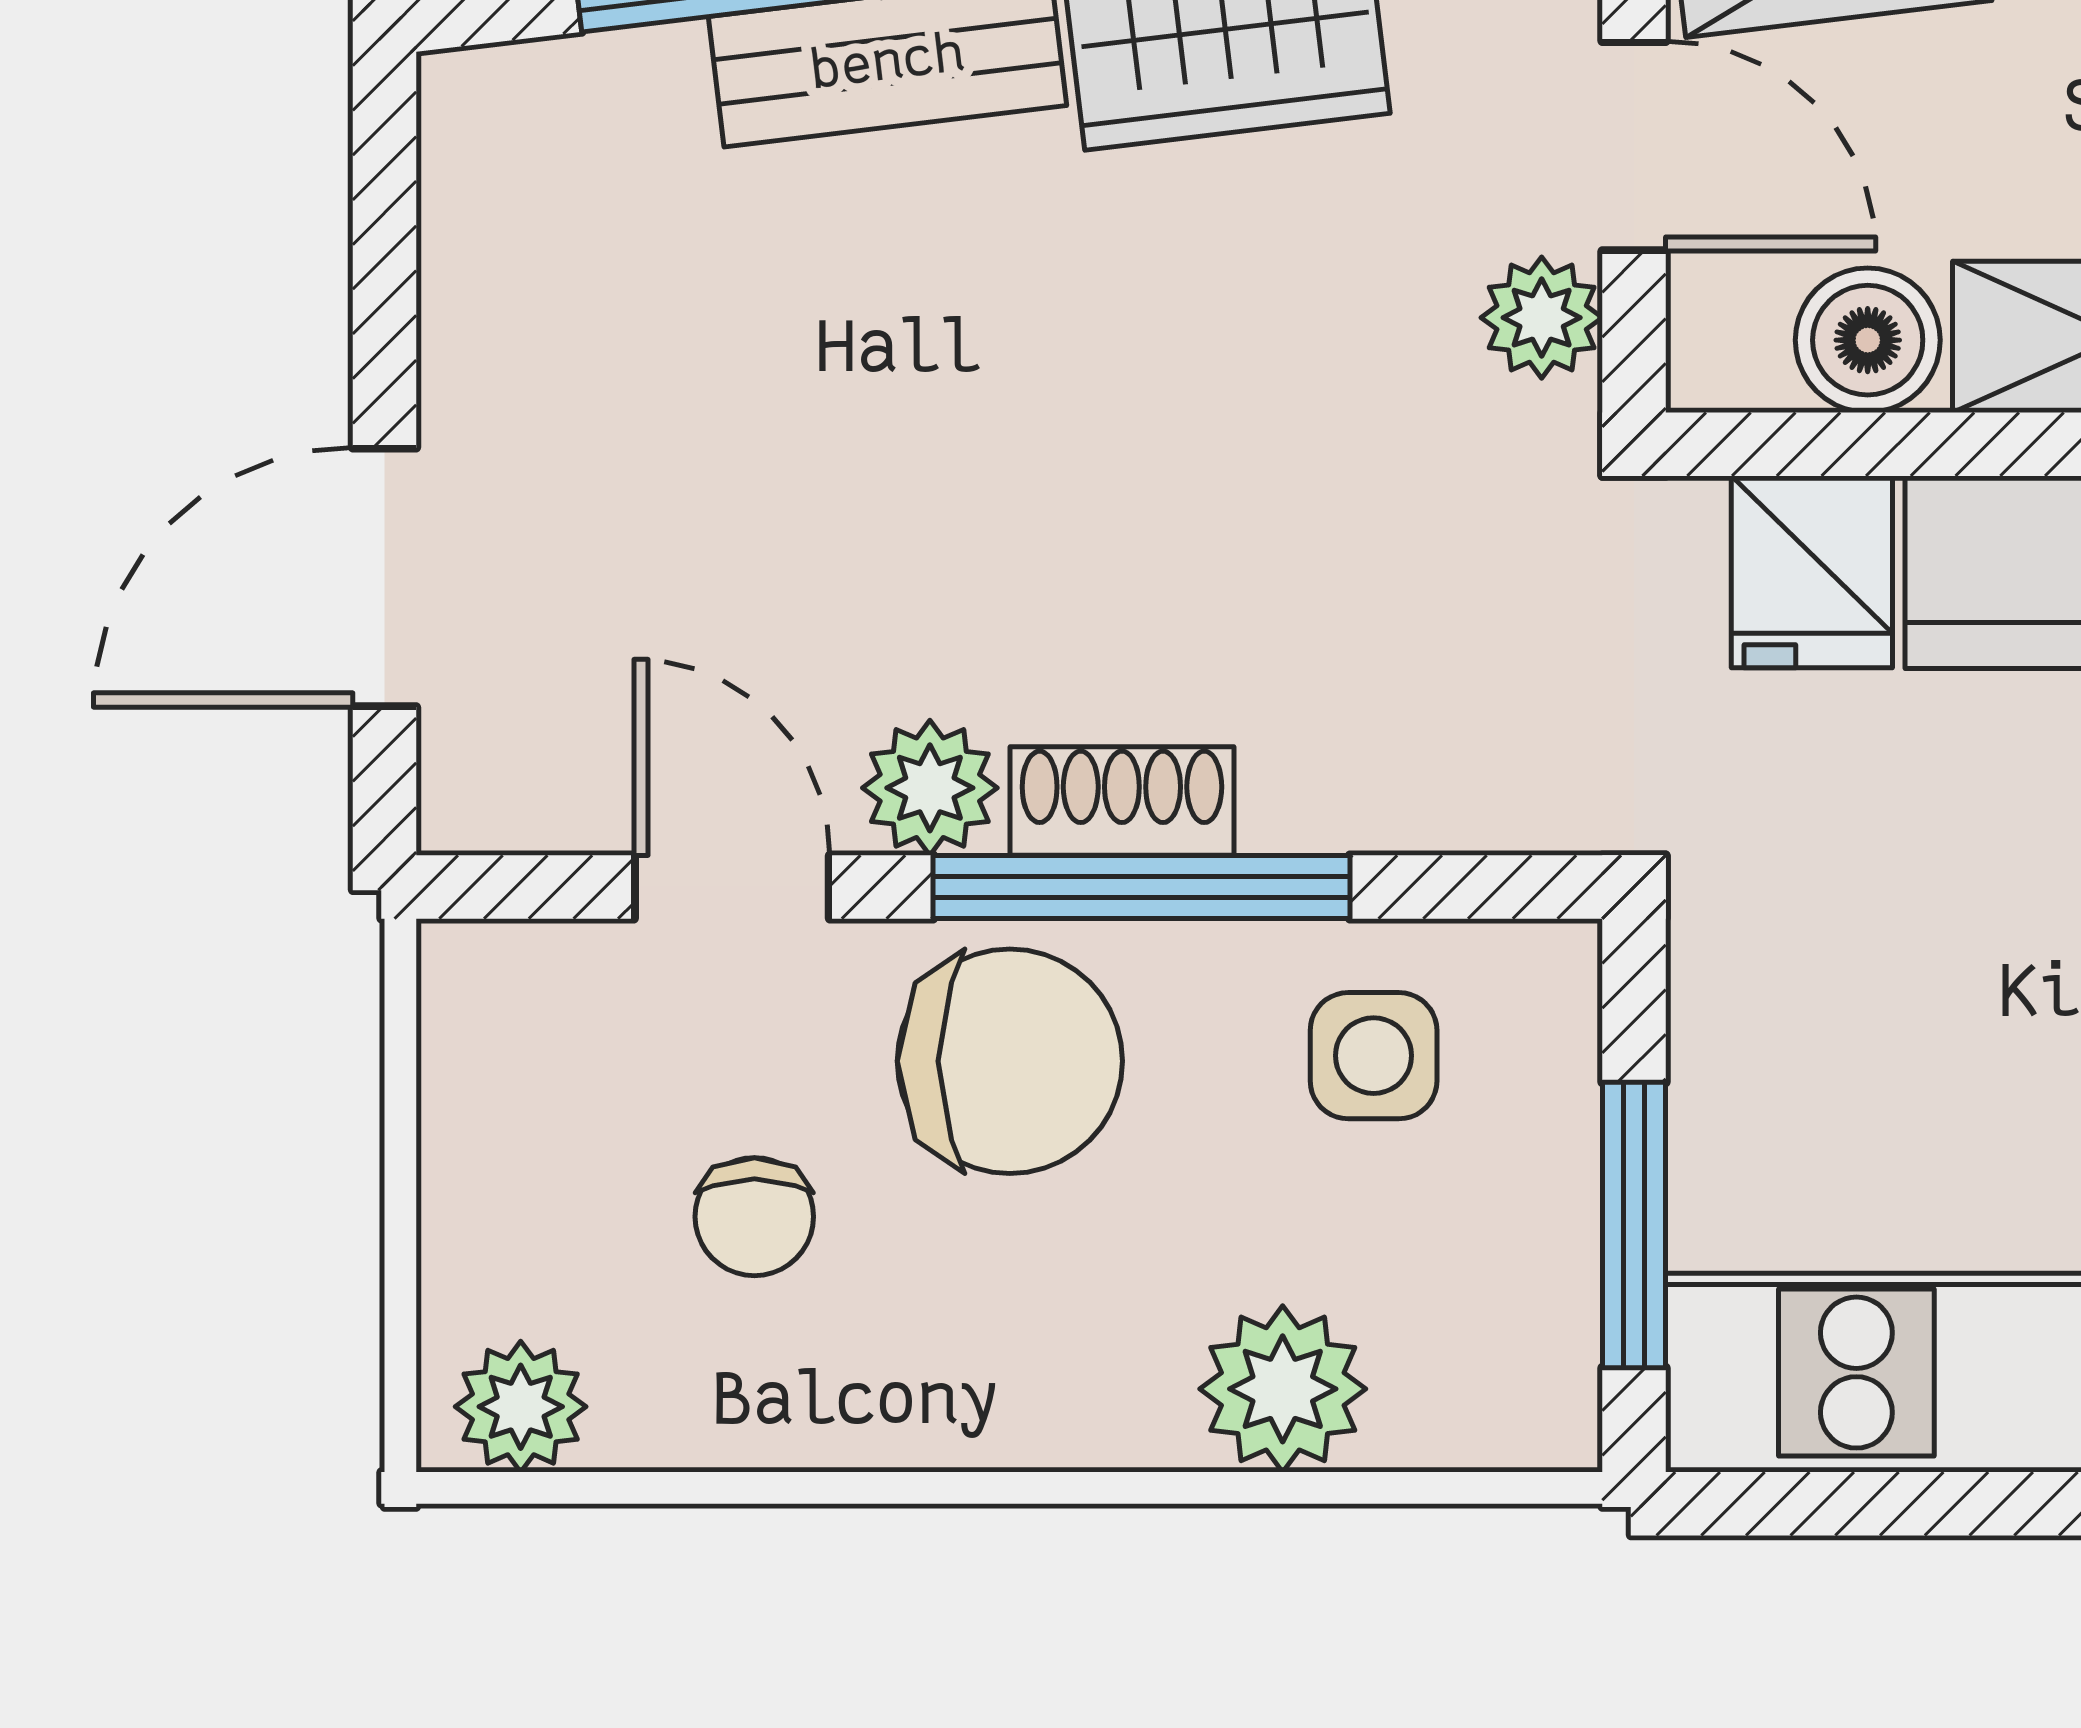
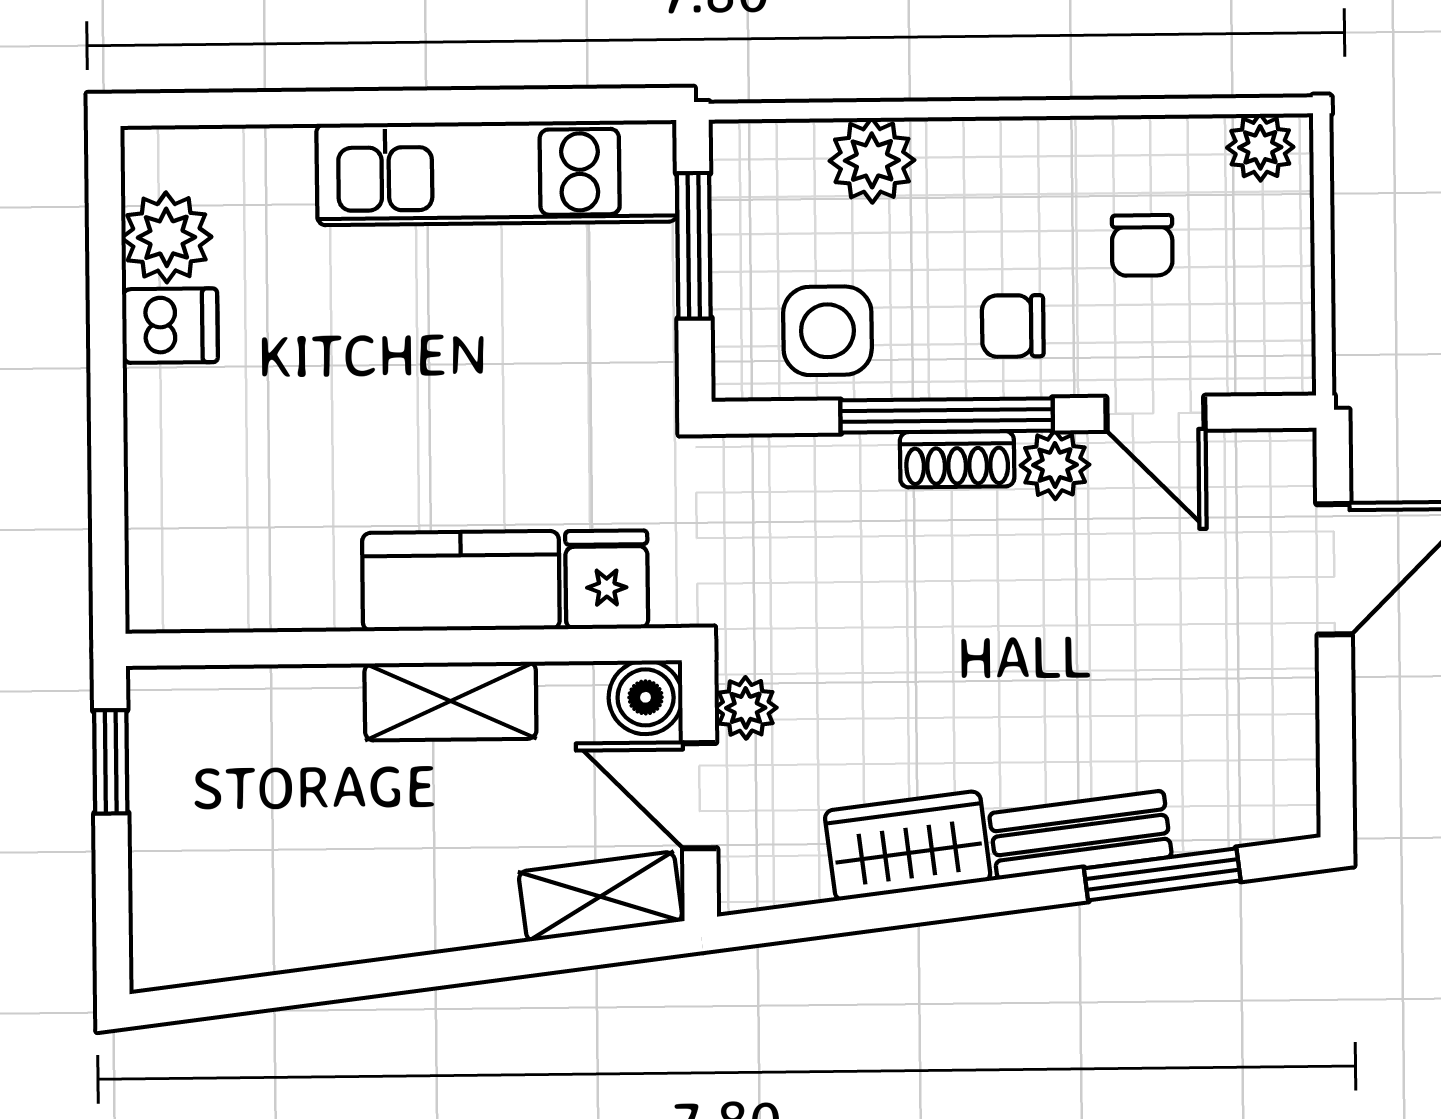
boiler: (1868, 340) -> (646, 697), moved
side table: (1374, 1056) -> (827, 331), width x1.37, depth x1.37
chair: (1010, 1061) -> (1013, 326), width x0.54, depth x0.54
chair: (754, 1217) -> (1142, 245), turned 180

